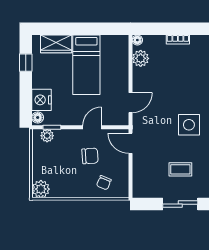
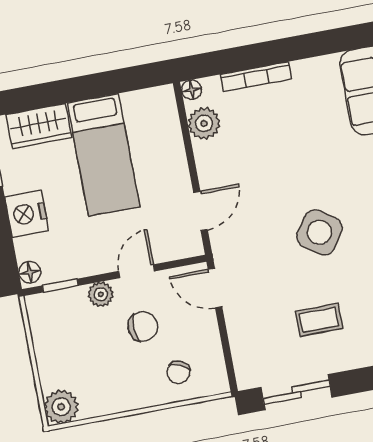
bookcase: (178, 40) -> (256, 77), width x1.56
nightstand: (42, 100) -> (27, 214), moved
side table: (189, 125) -> (319, 232), turned 35
plant: (47, 136) -> (101, 294), moved
sliding door: (180, 204) -> (297, 392), moved

